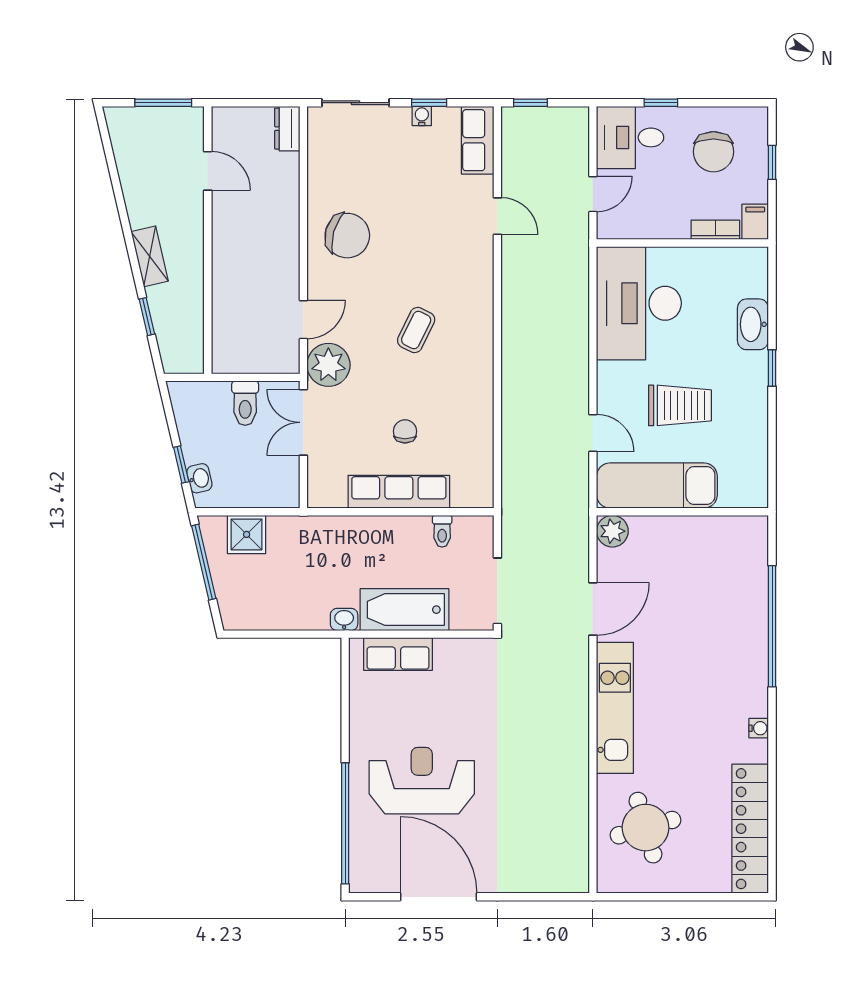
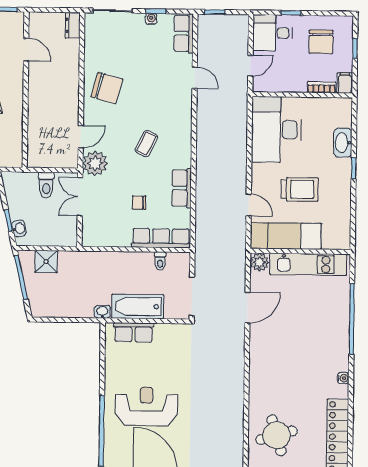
row of seats: (478, 406) -> (182, 188), added
chair: (405, 431) -> (139, 203), turned -90
row of seats: (399, 492) -> (161, 238), moved
kitchen unit: (615, 708) -> (308, 264), moved, turned 90

